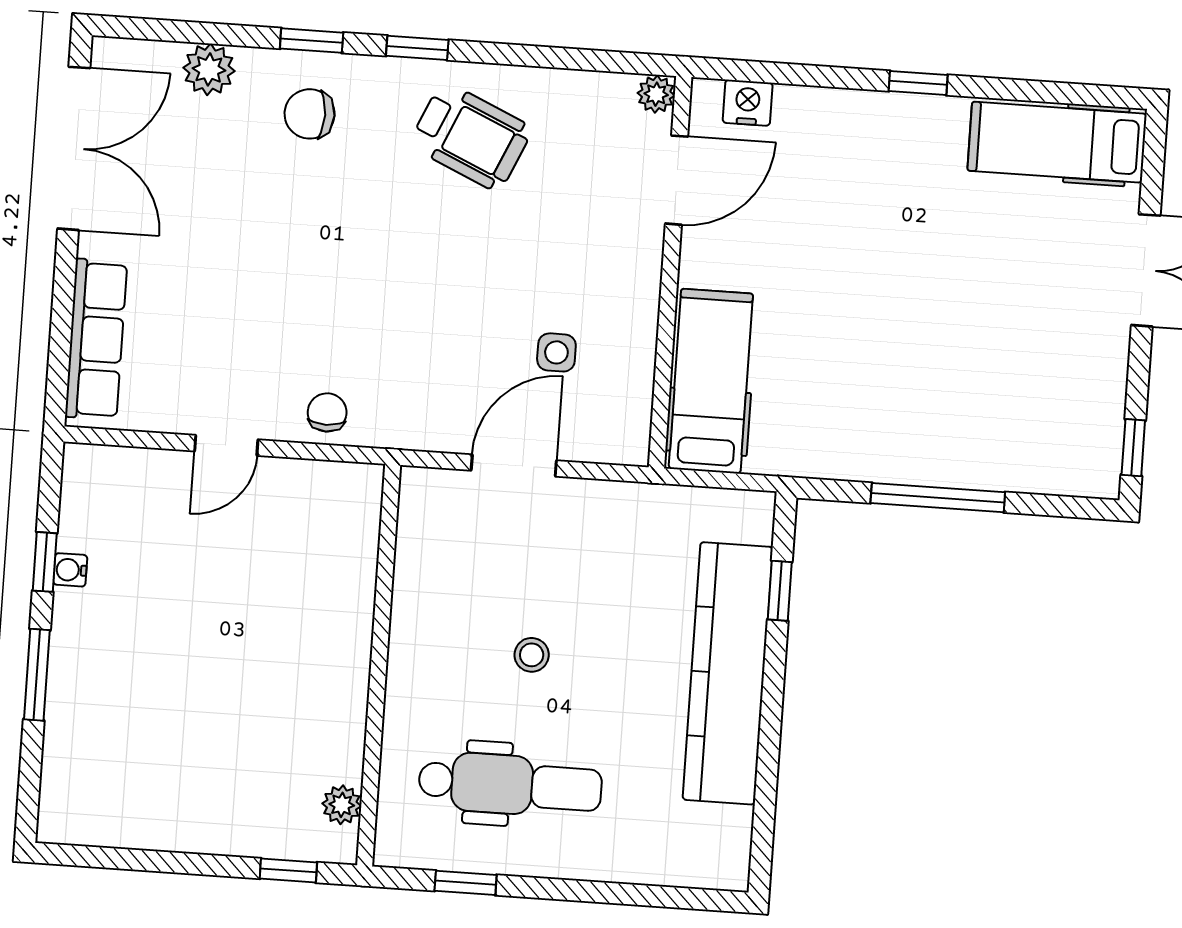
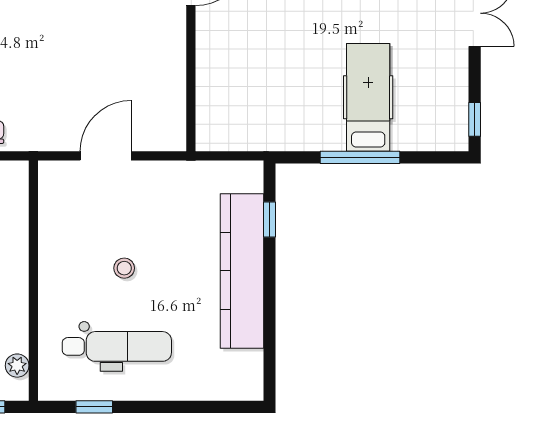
side table: (556, 352) -> (126, 87), removed
hospital bed: (711, 381) -> (368, 97), moved

